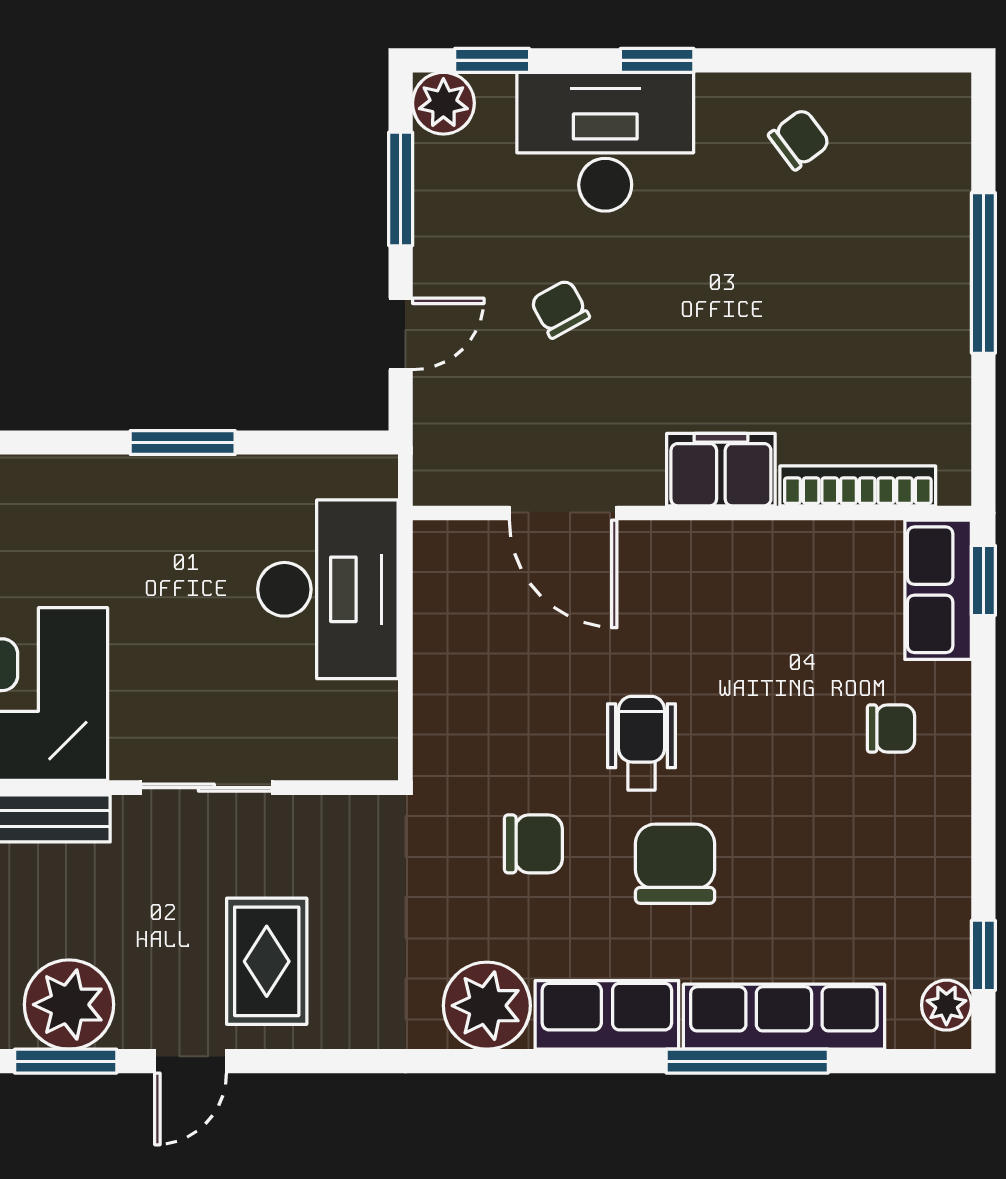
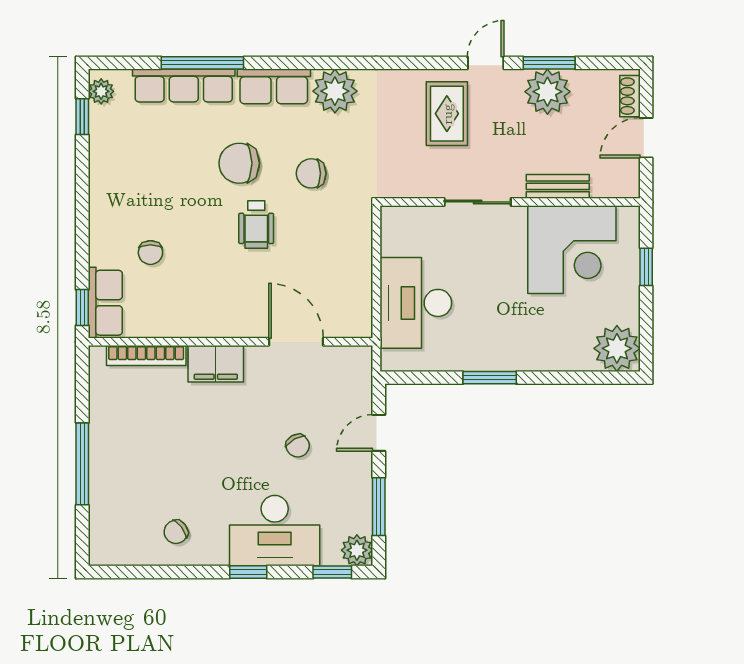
chair: (891, 728) -> (150, 253), moved, turned -90
chair: (675, 864) -> (239, 163), turned 90

